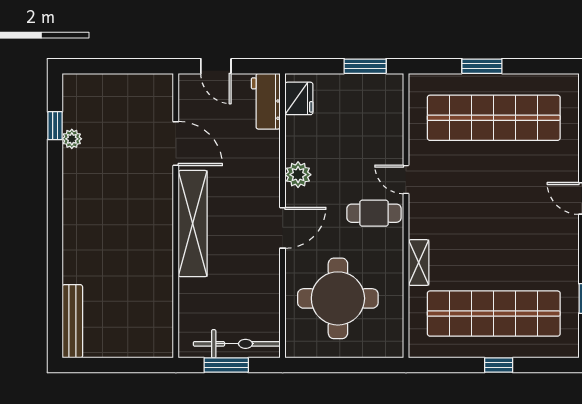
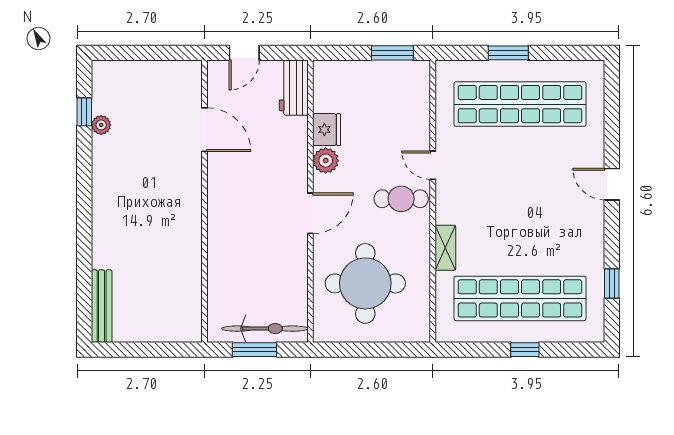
door: (216, 66) -> (244, 53), hinge flipped
fridge: (299, 98) -> (327, 130), moved
shelving: (193, 224) -> (221, 209), removed

